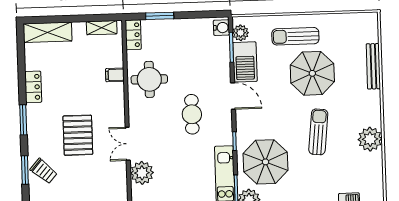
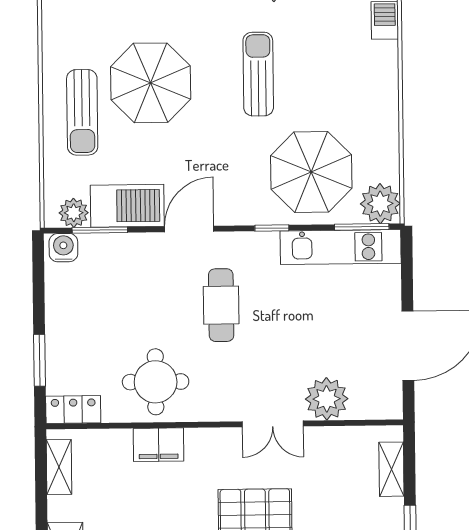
filing cabinet: (115, 75) -> (158, 445), width x2.00
cafe table: (192, 114) -> (221, 305), turned 90
sun lounger: (318, 132) -> (258, 74), turned 84

